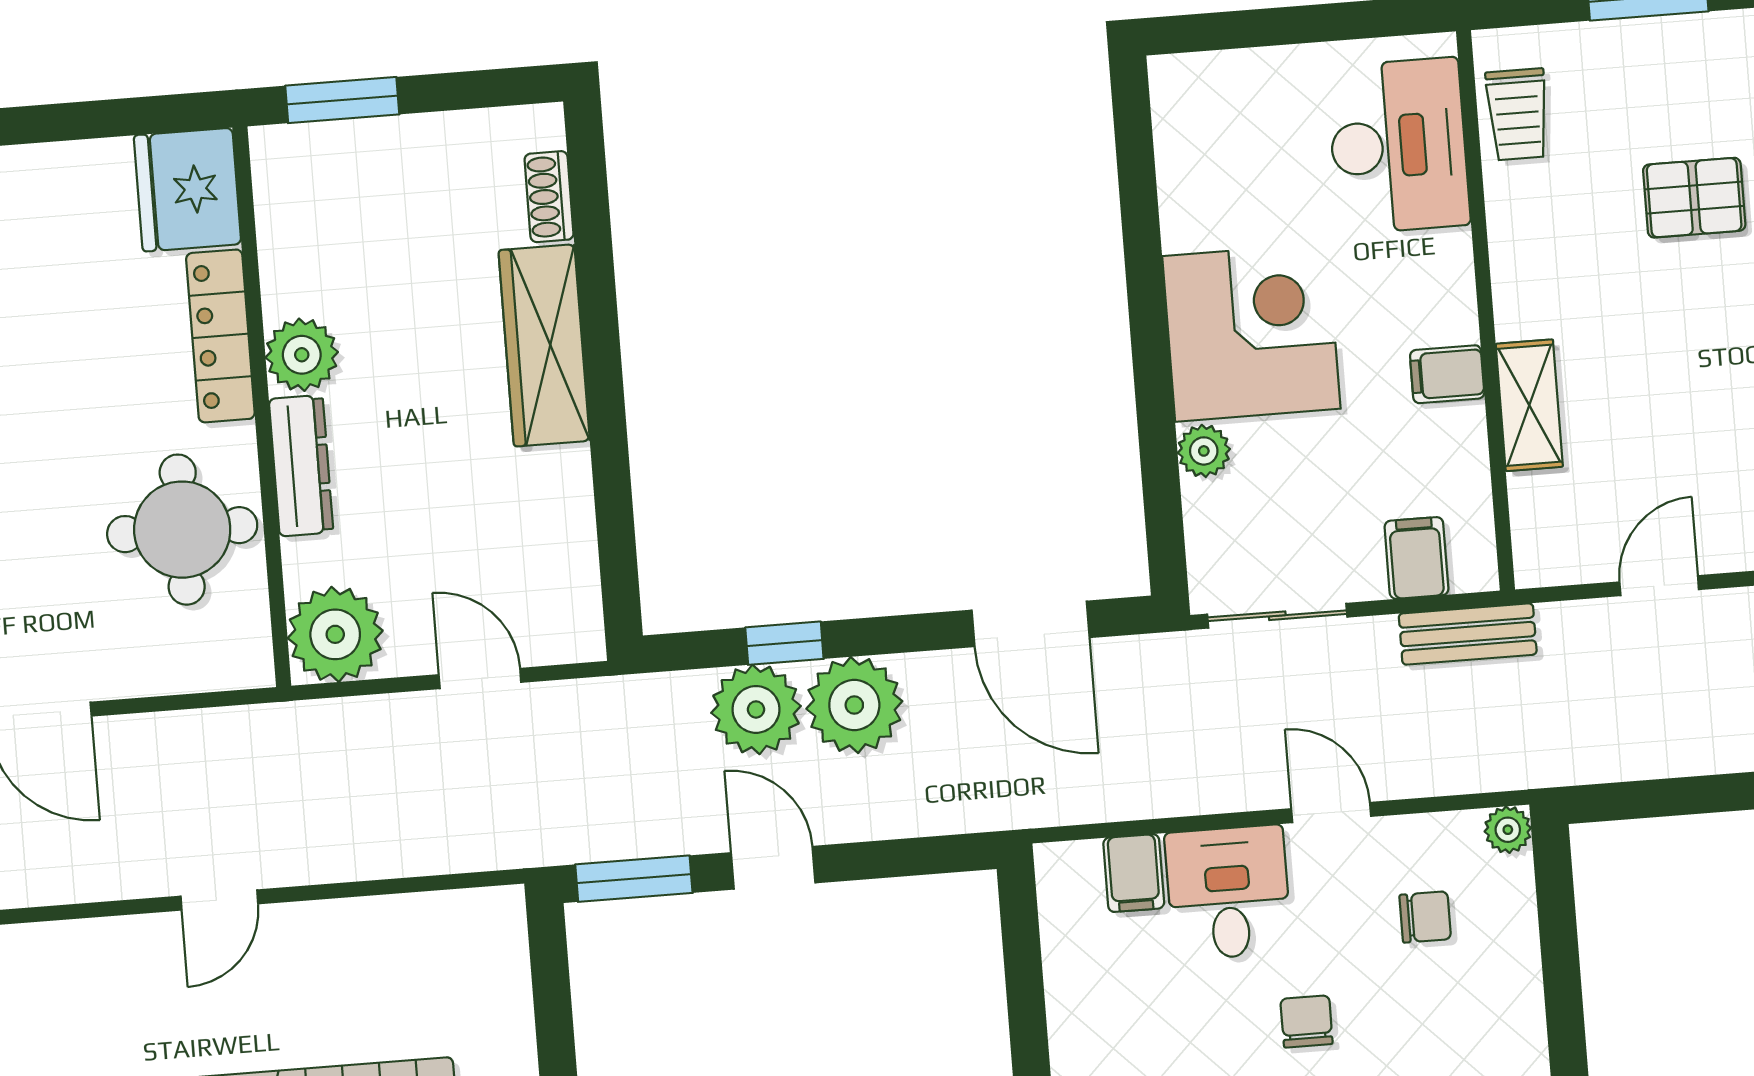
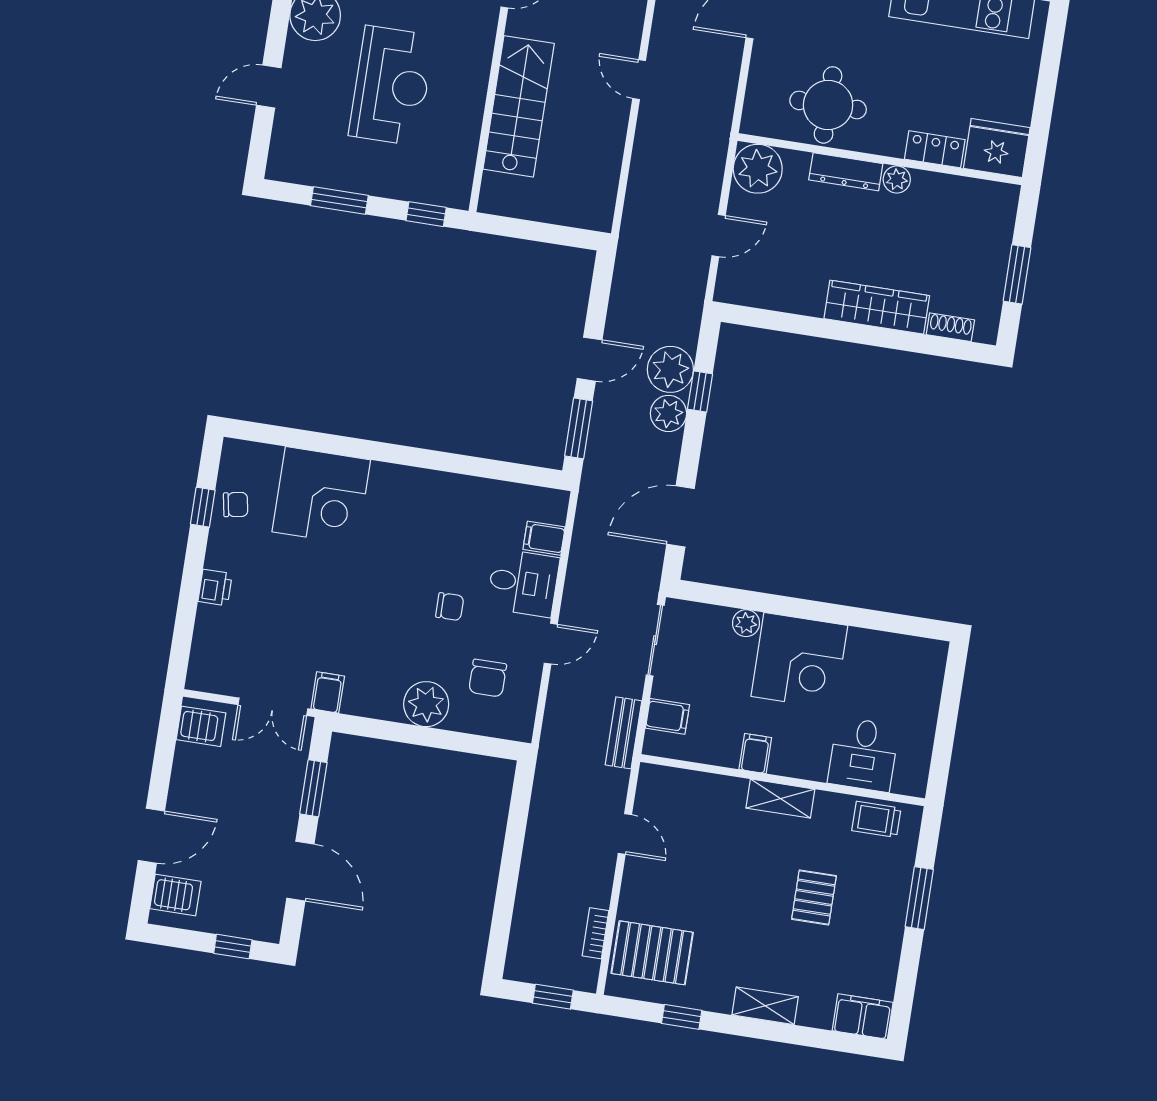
window: (342, 100) -> (1017, 274), moved
desk: (1398, 146) -> (863, 754), width x0.73
locker: (220, 336) -> (935, 149), width x0.66
plant: (302, 355) -> (897, 179), width x0.73, depth x0.73
shelving: (1529, 405) -> (780, 799), moved
plant: (854, 705) -> (668, 413), width x0.73, depth x0.73
plant: (1508, 830) -> (426, 704), moved, width x1.88, depth x1.88
window: (634, 879) -> (579, 428), moved
chair: (1425, 917) -> (488, 678), width x1.37, depth x1.37

